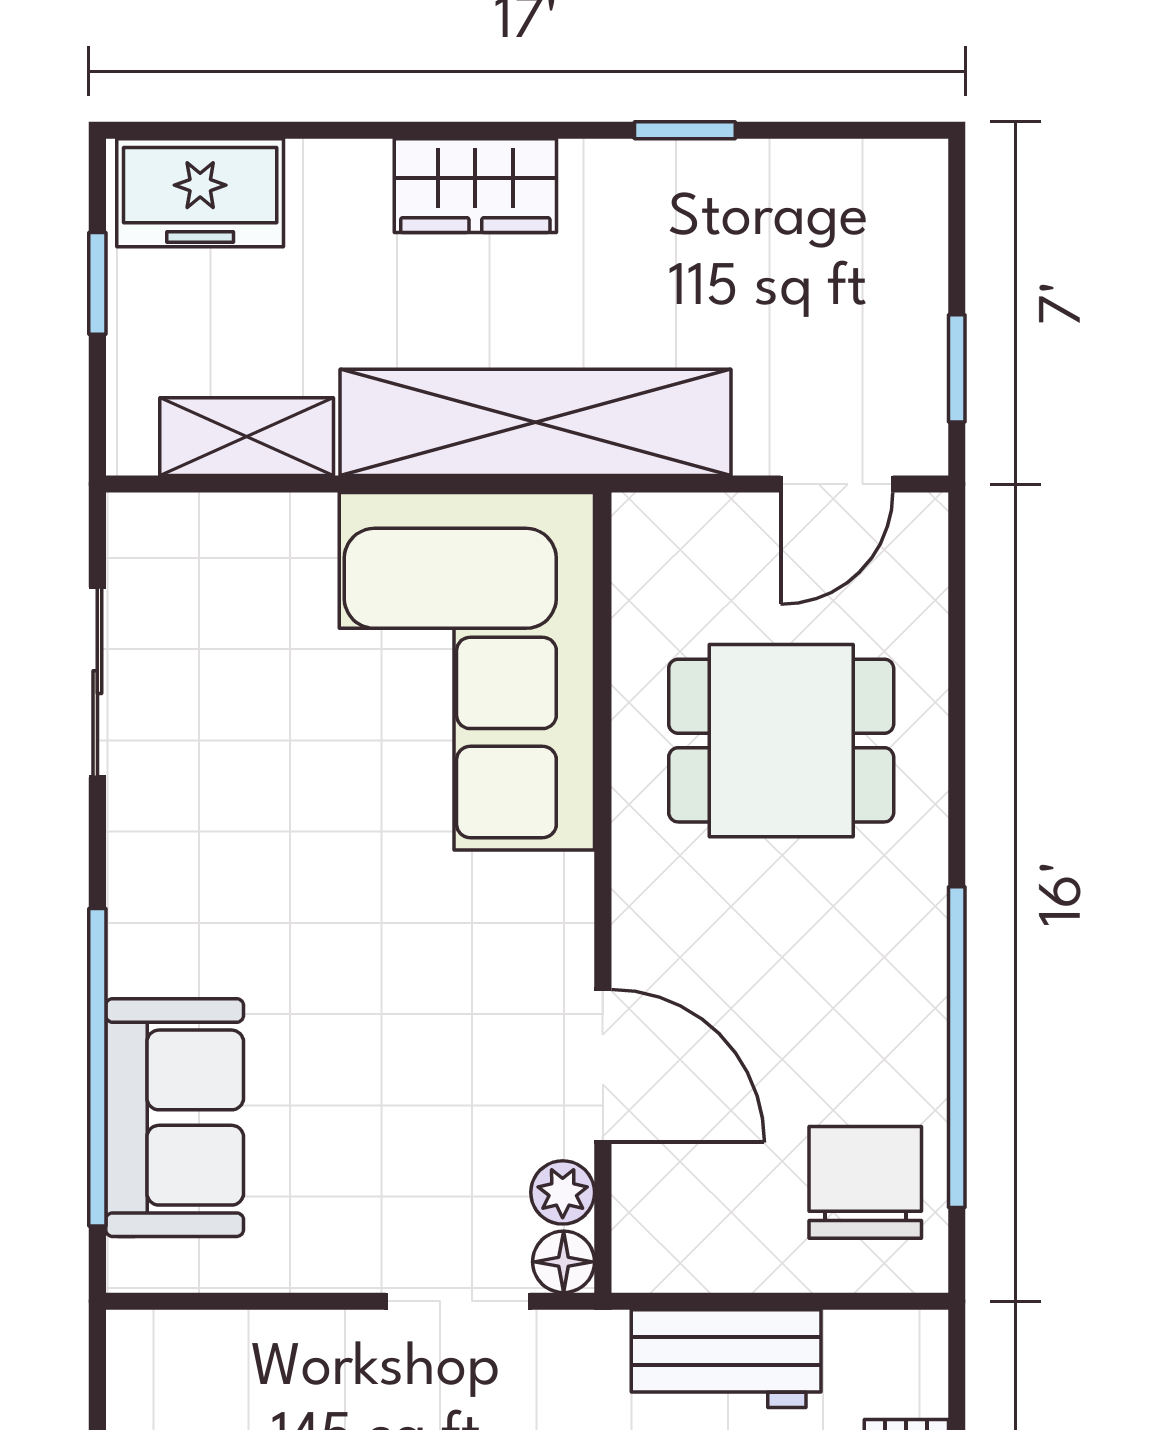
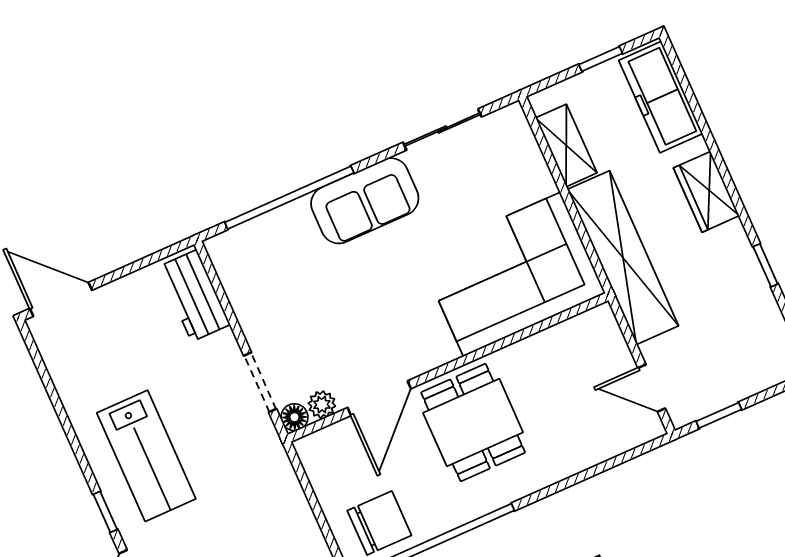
freezer: (200, 193) -> (661, 97), width x1.40
dining table: (781, 741) -> (473, 423), moved
sofa: (175, 1118) -> (365, 201), moved
workbench: (726, 1359) -> (194, 296), moved

